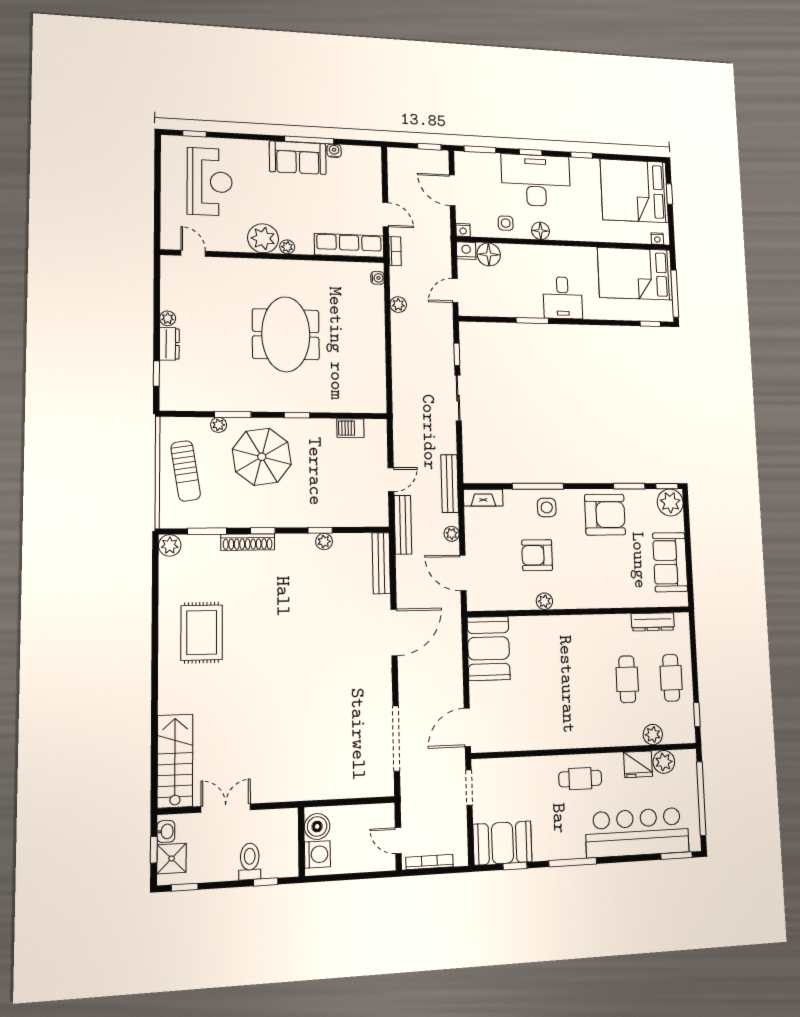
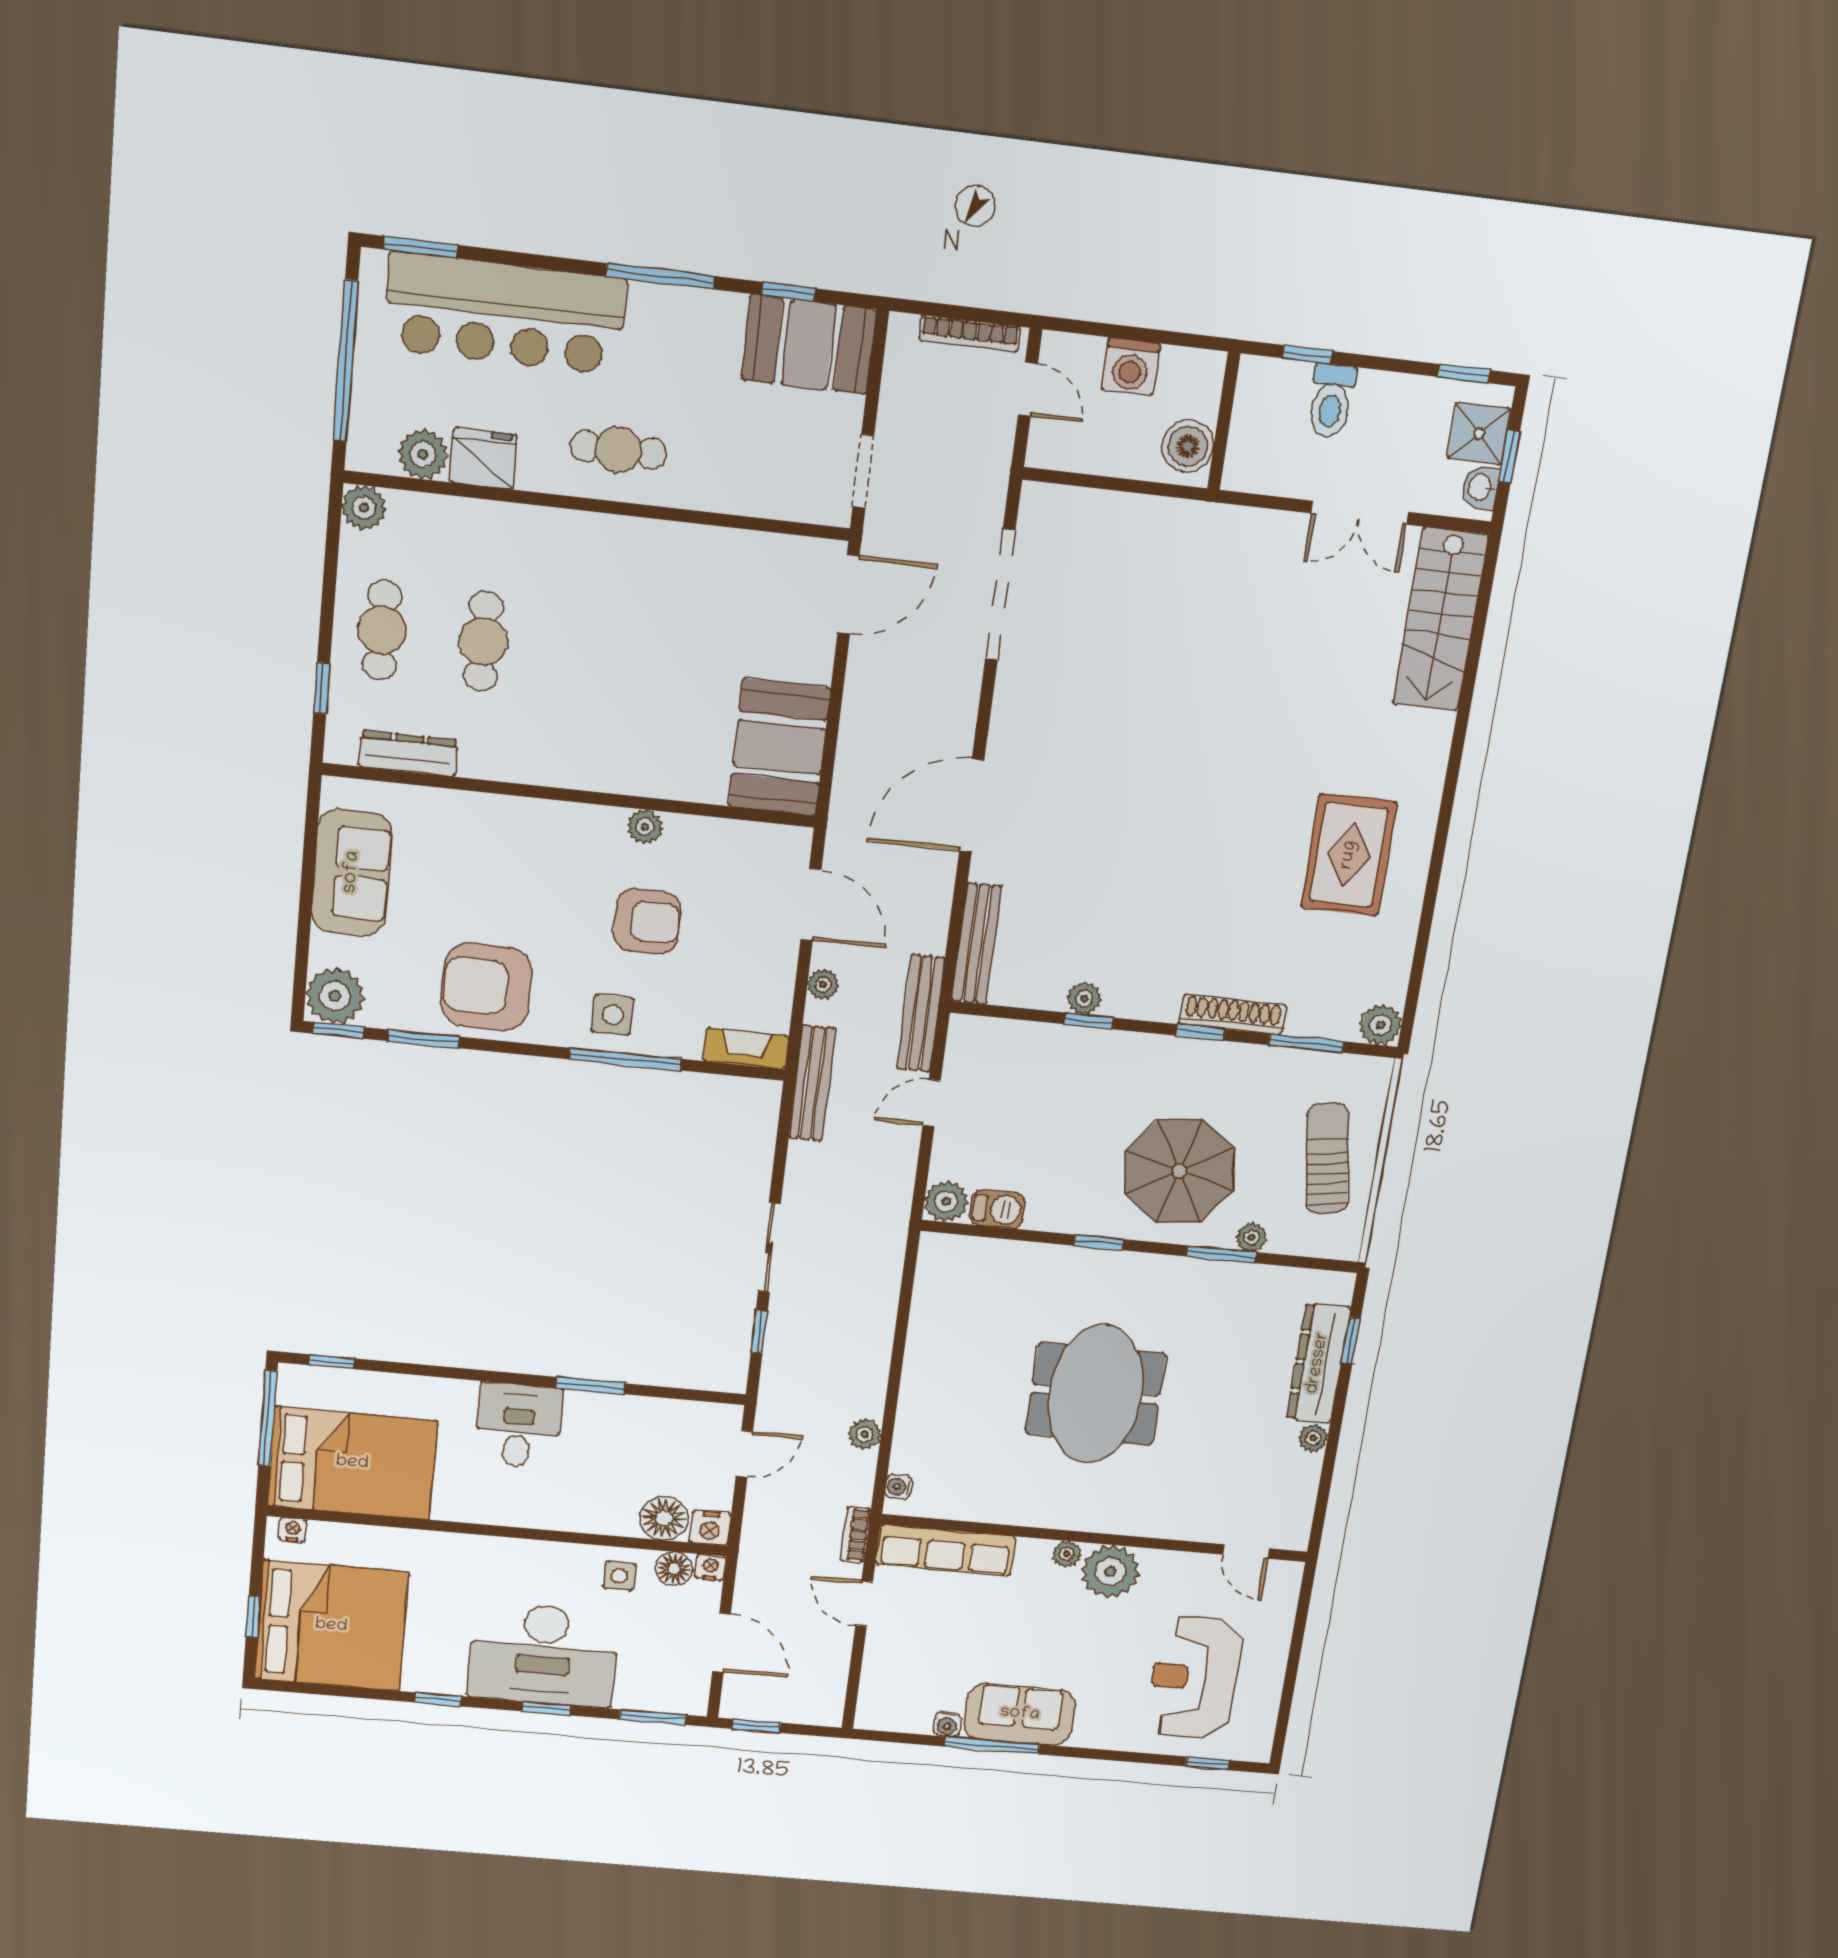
floor lamp: (540, 231) -> (674, 1569), moved
dresser: (169, 344) -> (1318, 1363), width x1.96, depth x1.24
plant: (376, 430) -> (946, 1201), added
window: (697, 715) -> (322, 688), moved
plant: (653, 735) -> (364, 508), moved
washing machine: (317, 854) -> (1131, 367), moved, turned -90

